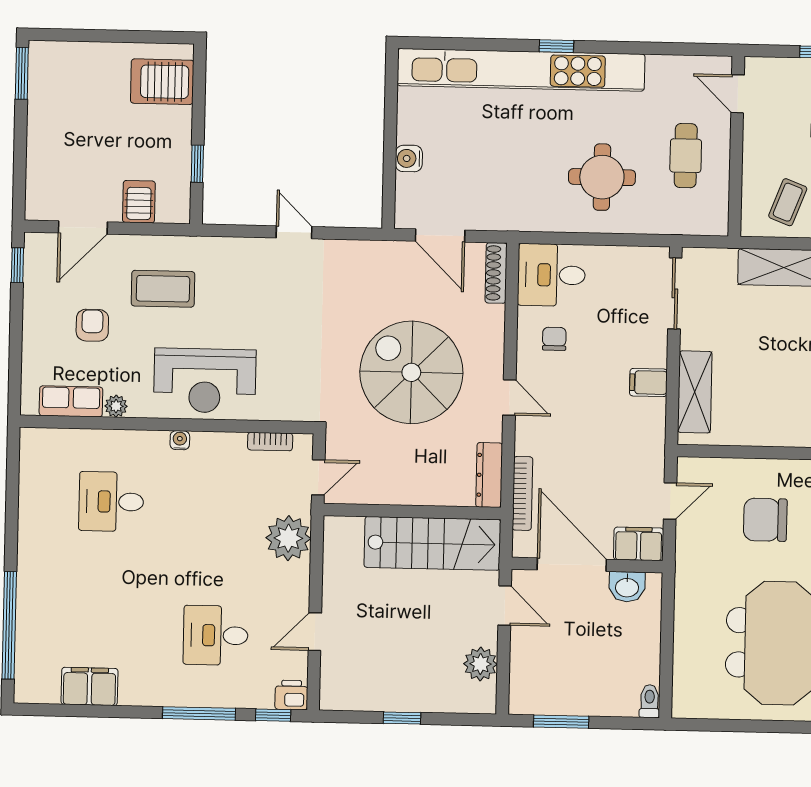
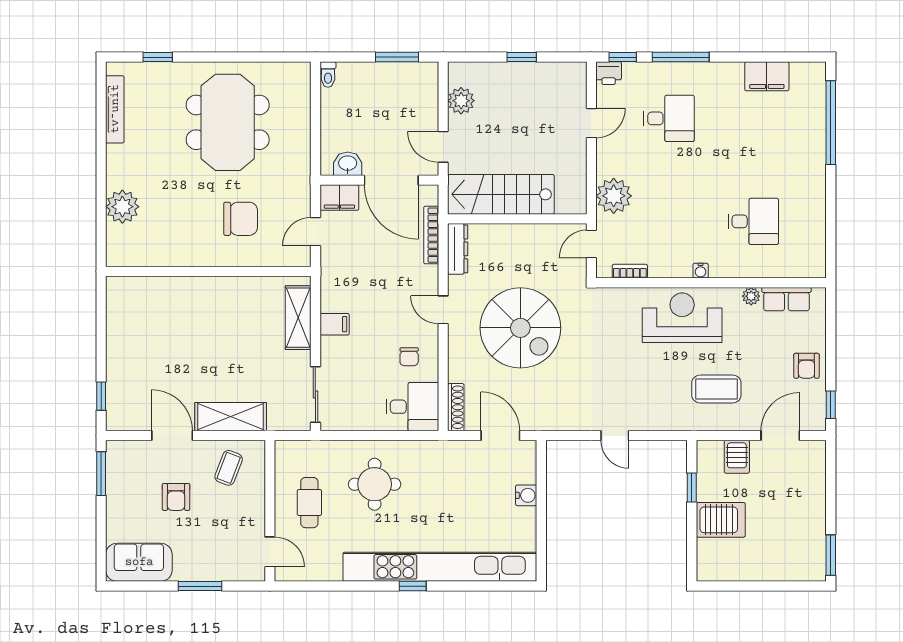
server rack: (162, 82) -> (721, 520), moved
armchair: (92, 325) -> (806, 366), moved

